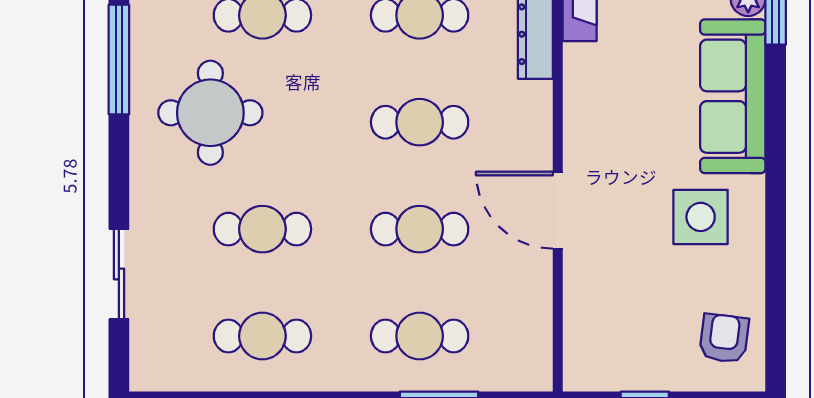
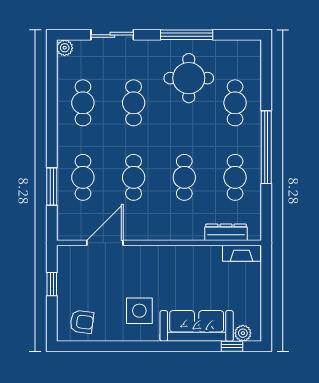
window: (119, 59) -> (187, 35), moved
door: (558, 210) -> (105, 243), moved
plant: (146, 374) -> (65, 48), added

